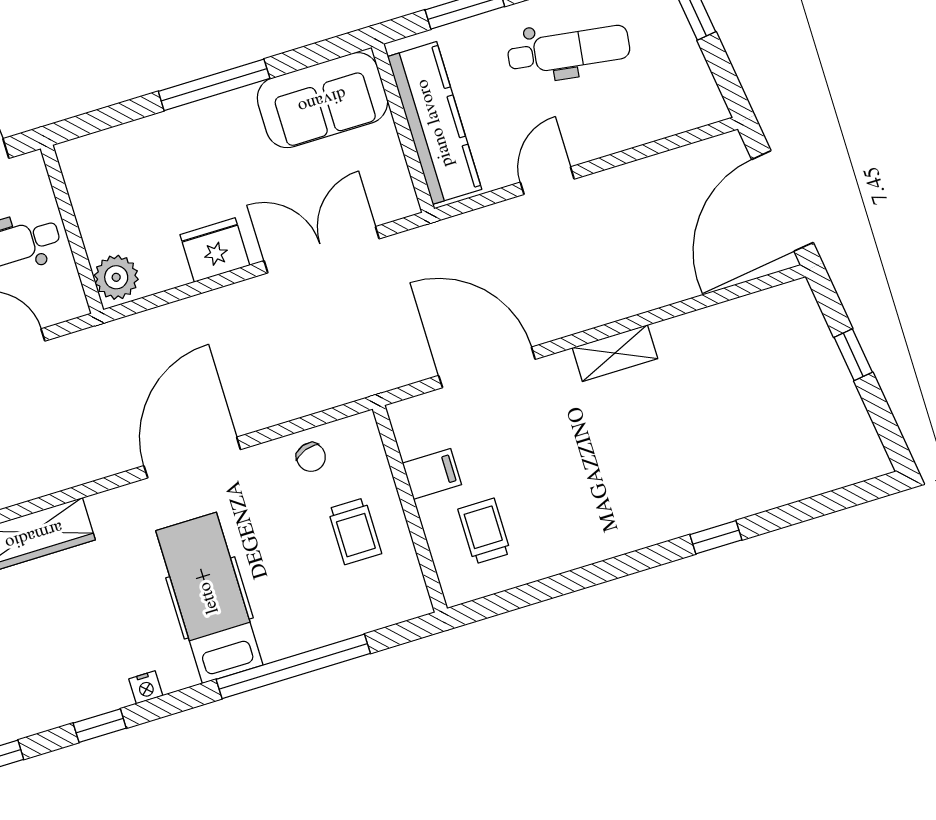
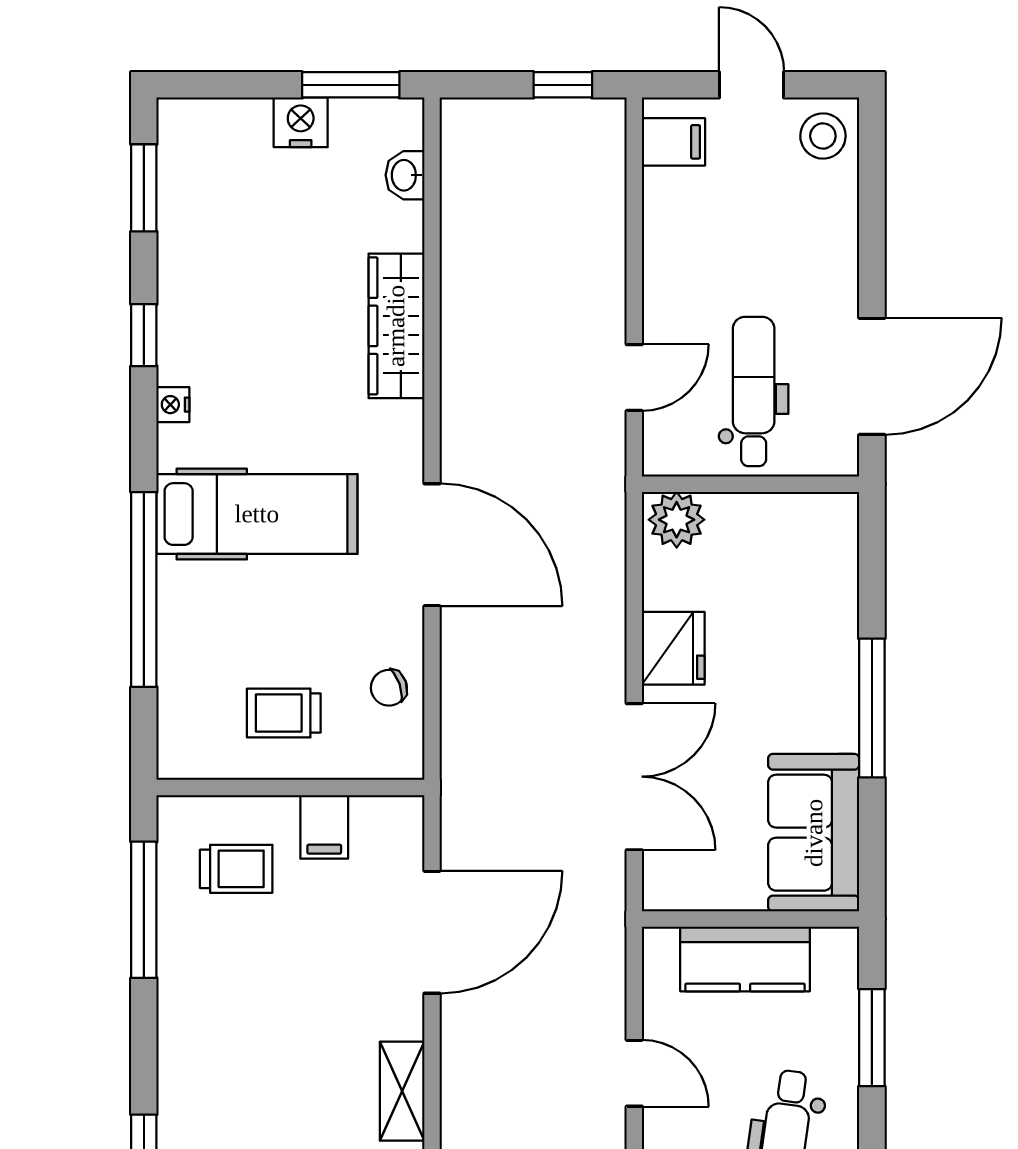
kitchen counter: (435, 123) -> (745, 959), width x0.67
window: (537, 592) -> (144, 910), added

